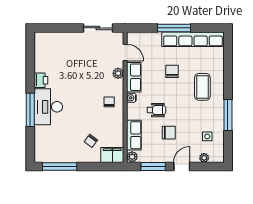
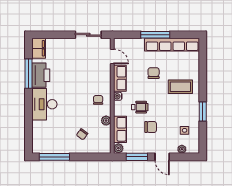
plant: (118, 73) -> (106, 121), moved
printer: (41, 80) -> (41, 75), width x1.87, depth x1.48
coffee table: (202, 87) -> (180, 87), turned 90
window: (30, 110) -> (29, 74), moved
window: (228, 115) -> (203, 112), width x0.69
filing cabinet: (112, 155) -> (39, 48), moved, turned 90
door: (182, 166) -> (162, 157), swing flipped

